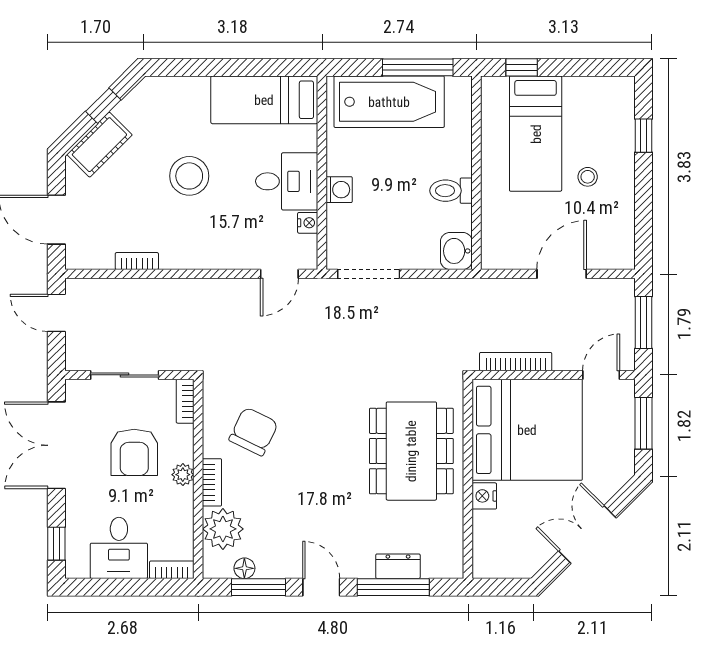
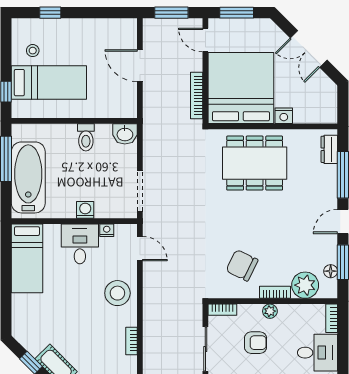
stool: (189, 176) -> (117, 293), moved
stool: (588, 177) -> (33, 51), moved
armchair: (134, 452) -> (256, 343), width x0.72, depth x0.72
dresser: (398, 566) -> (329, 149), moved

